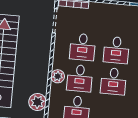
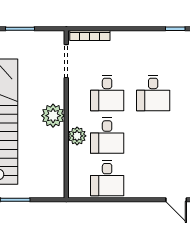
desk: (113, 81) -> (153, 136), removed
plant: (37, 102) -> (53, 116), moved

